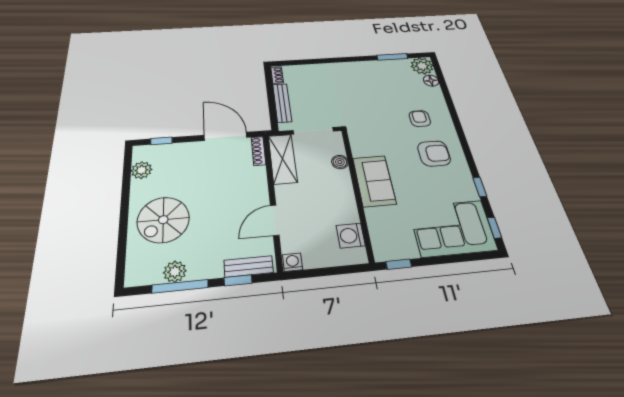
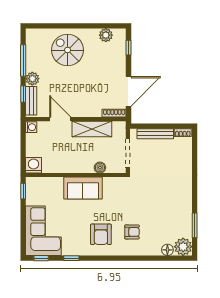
shelving: (283, 159) -> (92, 129), moved
washing machine: (351, 236) -> (34, 165), moved
plant: (175, 272) -> (32, 79), moved

